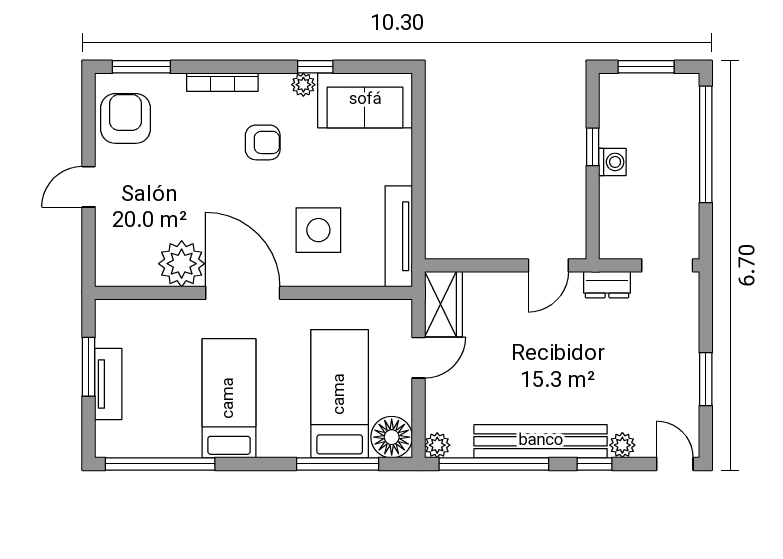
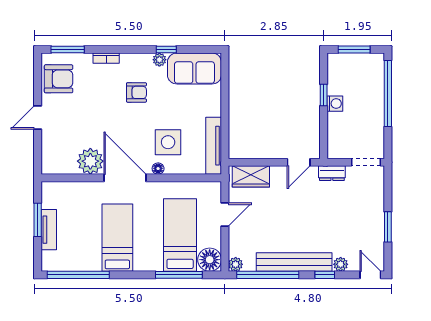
bookcase: (222, 82) -> (106, 58), width x0.64
armchair: (126, 118) -> (59, 79), turned 90
floor lamp: (301, 277) -> (158, 169), added
wardrobe: (444, 304) -> (251, 176), moved, turned 90

